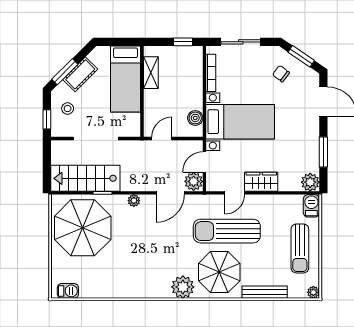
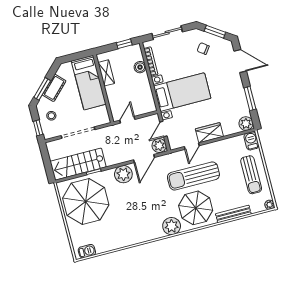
boiler: (195, 118) -> (140, 67), moved
plant: (134, 201) -> (123, 174), width x1.87, depth x1.87

